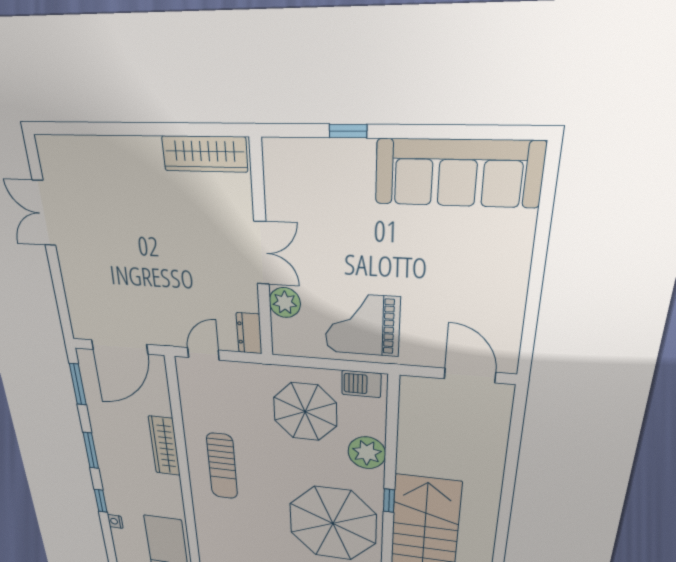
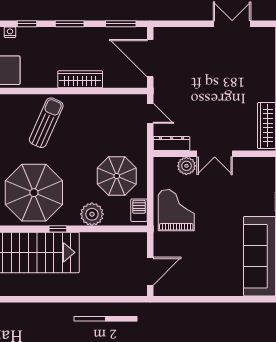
dresser: (249, 333) -> (172, 143), width x1.44
sun lounger: (222, 466) -> (46, 123), moved, turned 114

